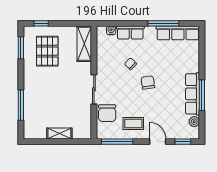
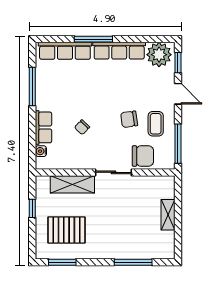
window: (41, 23) -> (32, 208), moved
row of seats: (178, 33) -> (65, 51), moved, turned 90
shelving: (84, 44) -> (72, 184), moved
chair: (148, 82) -> (129, 119), moved
window: (202, 95) -> (93, 39), moved
plant: (194, 122) -> (159, 55), width x1.88, depth x1.88
door: (158, 142) -> (178, 94), swing flipped

